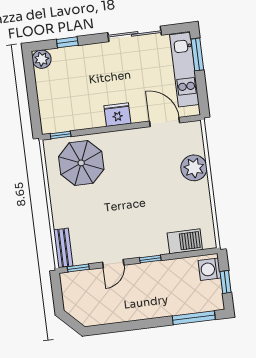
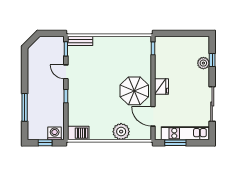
window: (197, 54) -> (175, 143), moved
plant: (42, 59) -> (203, 63), moved
door: (165, 122) -> (153, 116), swing flipped
parasol: (81, 163) -> (134, 91), moved
barbecue: (185, 241) -> (78, 133), moved, turned -90
window: (194, 318) -> (25, 107), moved

